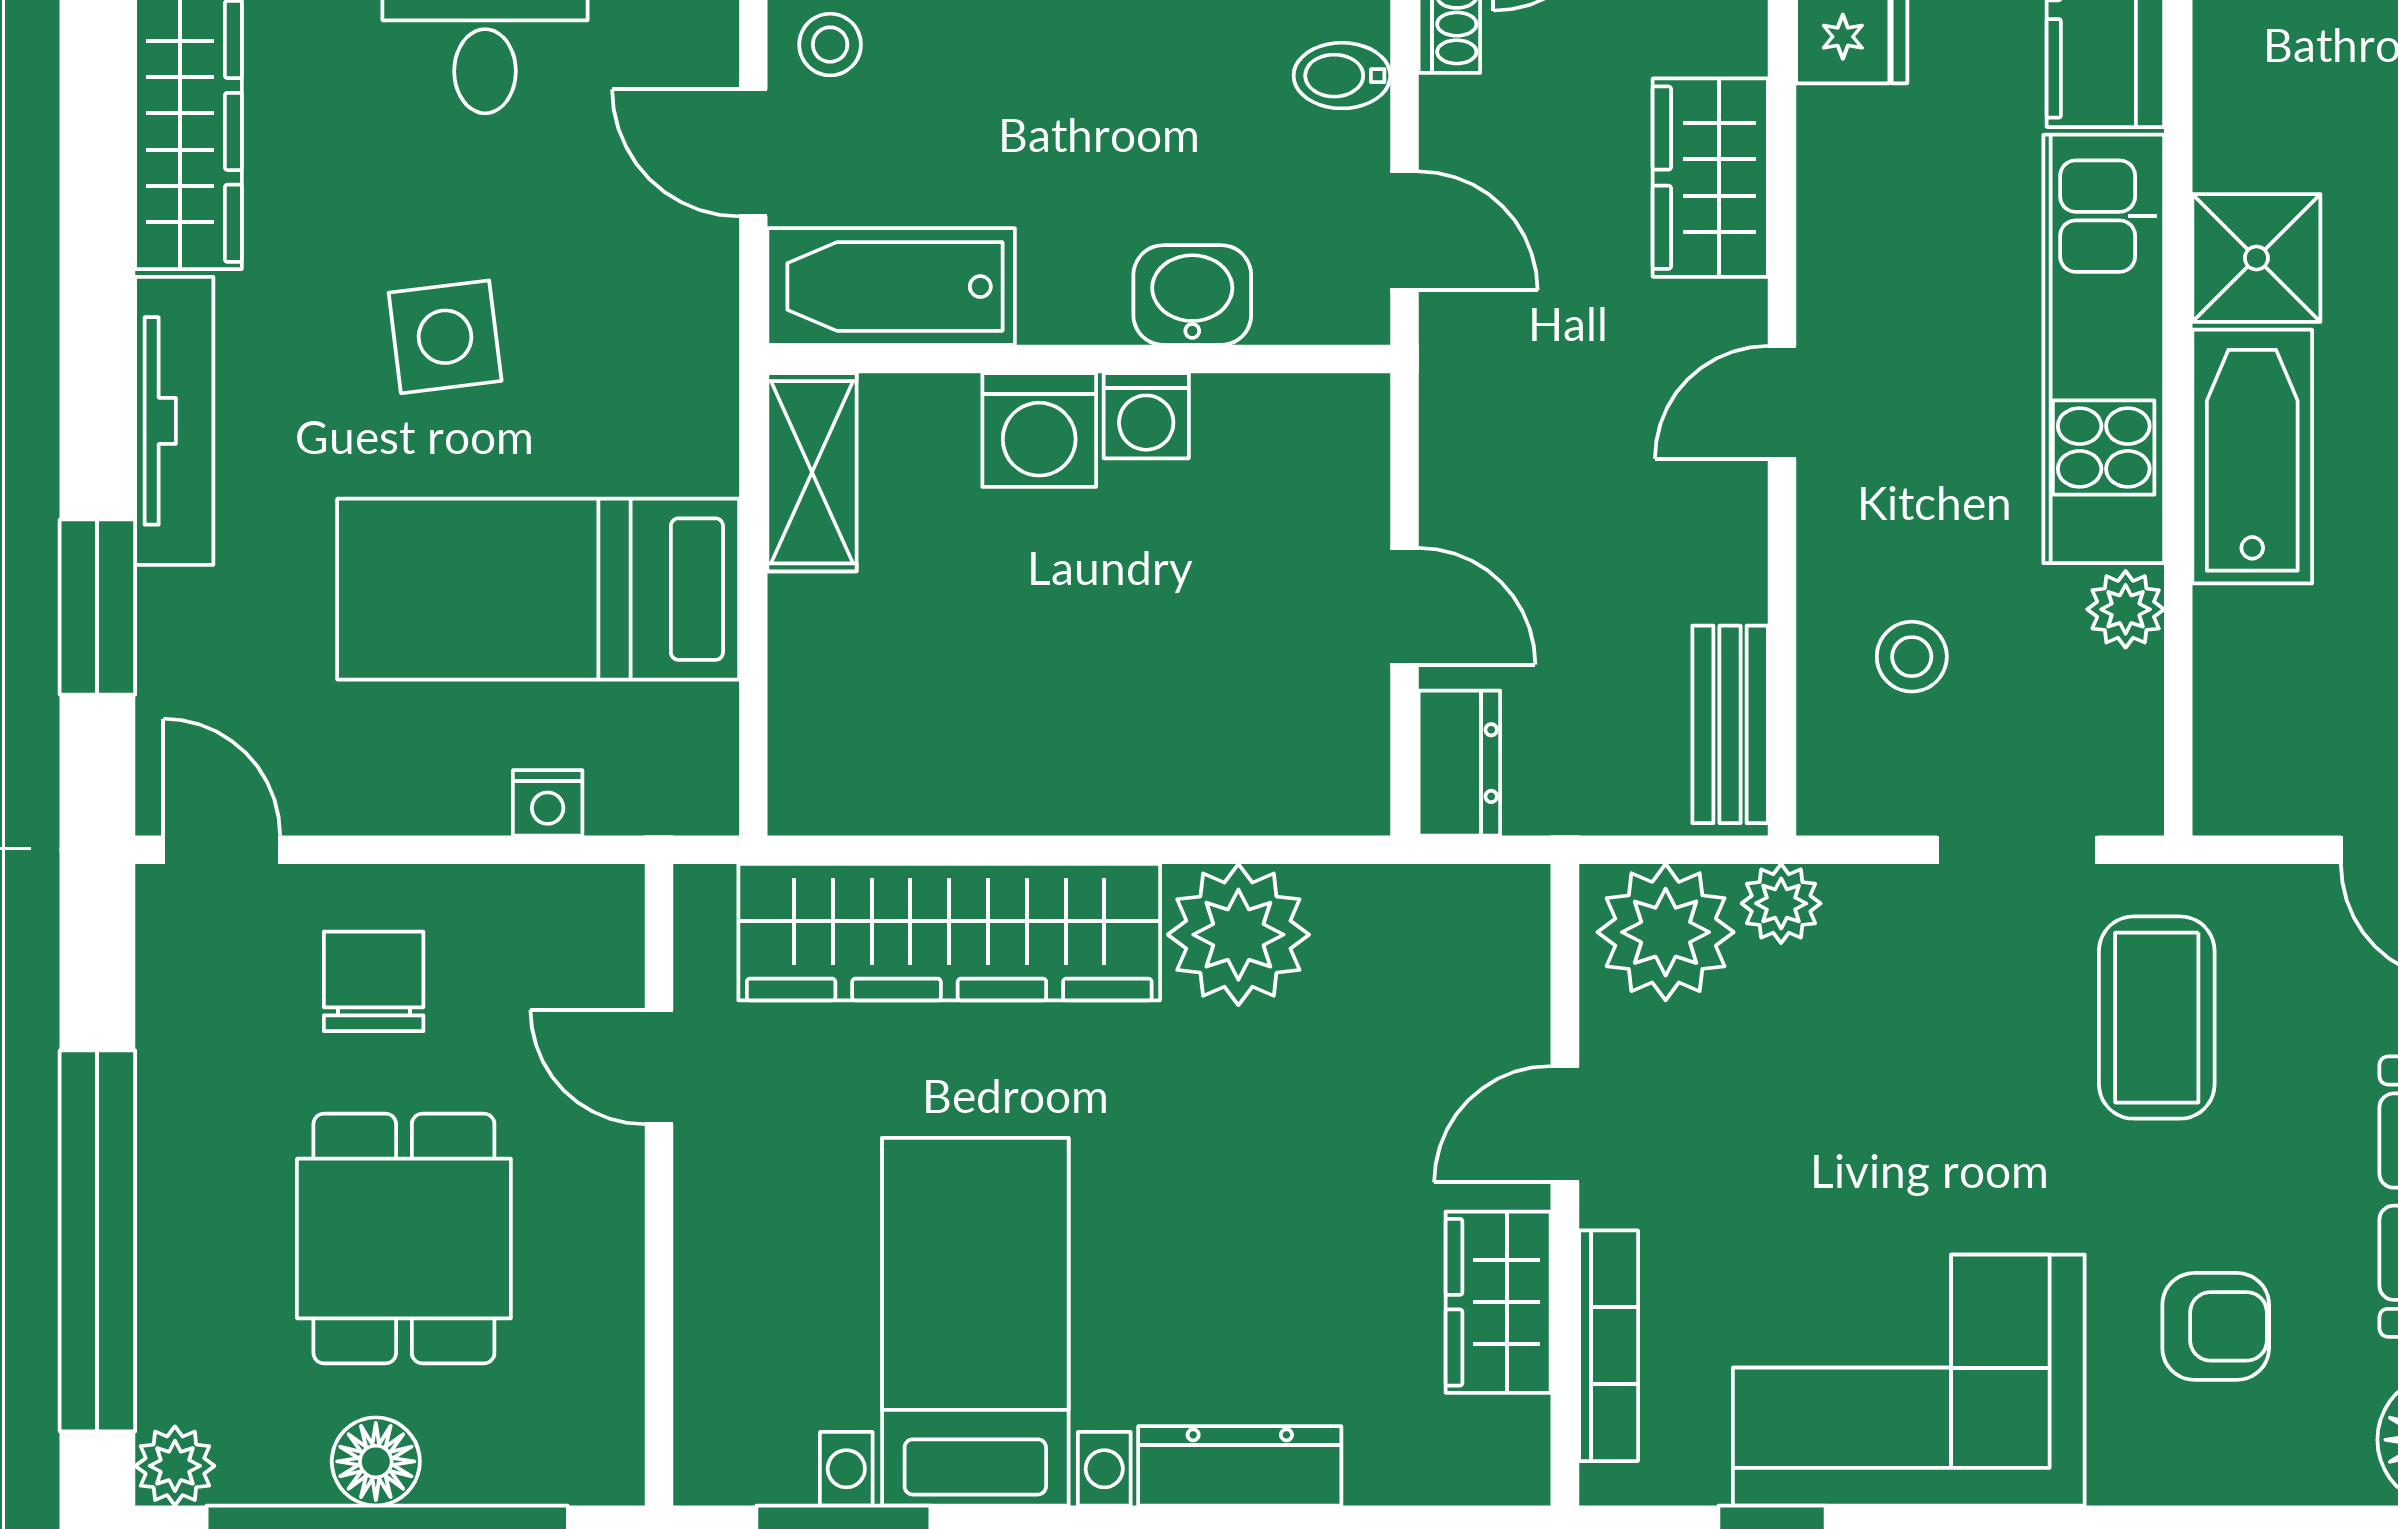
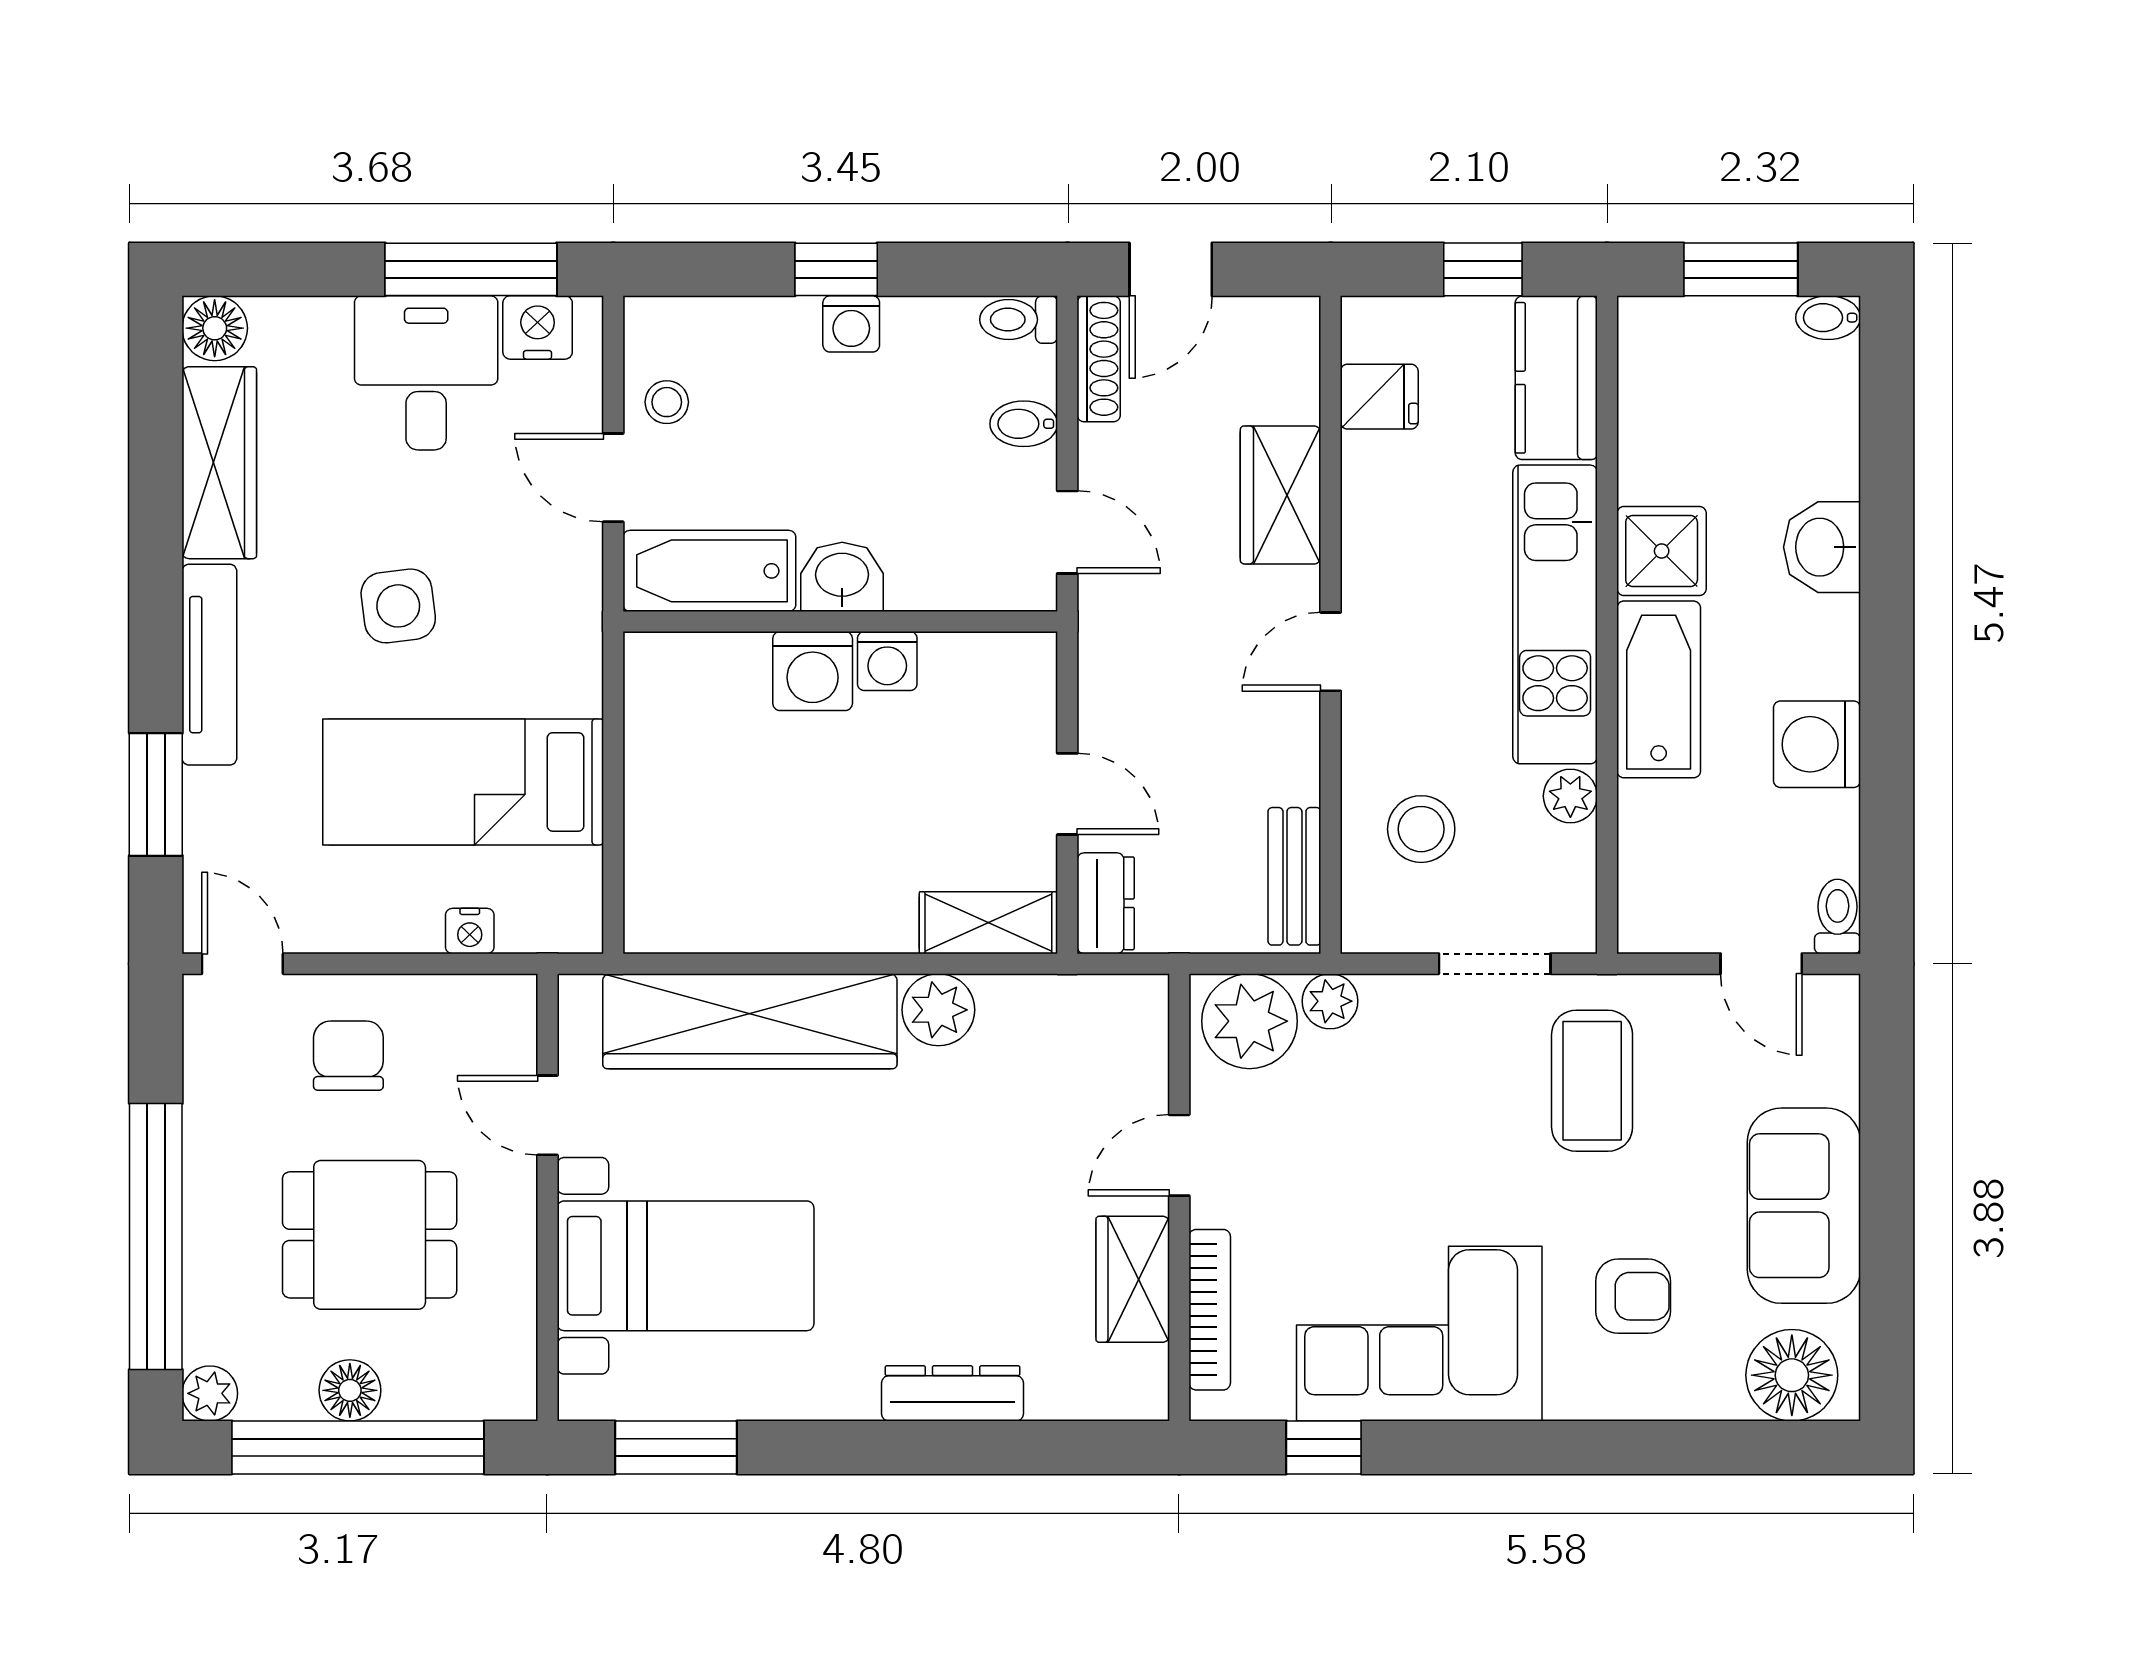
washbasin: (1192, 295) -> (842, 577), moved
shelving: (812, 472) -> (988, 923), moved, turned 90
stool: (1912, 657) -> (1421, 829), width x1.37, depth x1.37
plant: (1238, 935) -> (938, 1010), width x0.73, depth x0.73
dining table: (404, 1238) -> (370, 1235), turned 90
bed with nightstands: (975, 1322) -> (686, 1266), moved, turned 90

